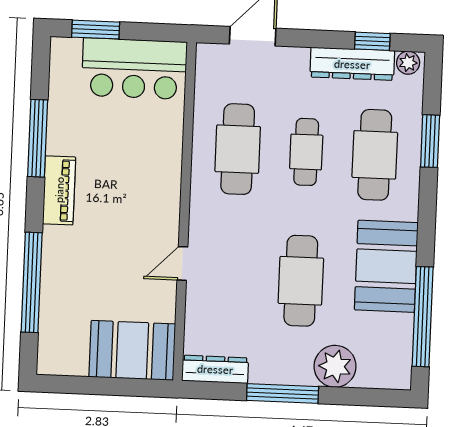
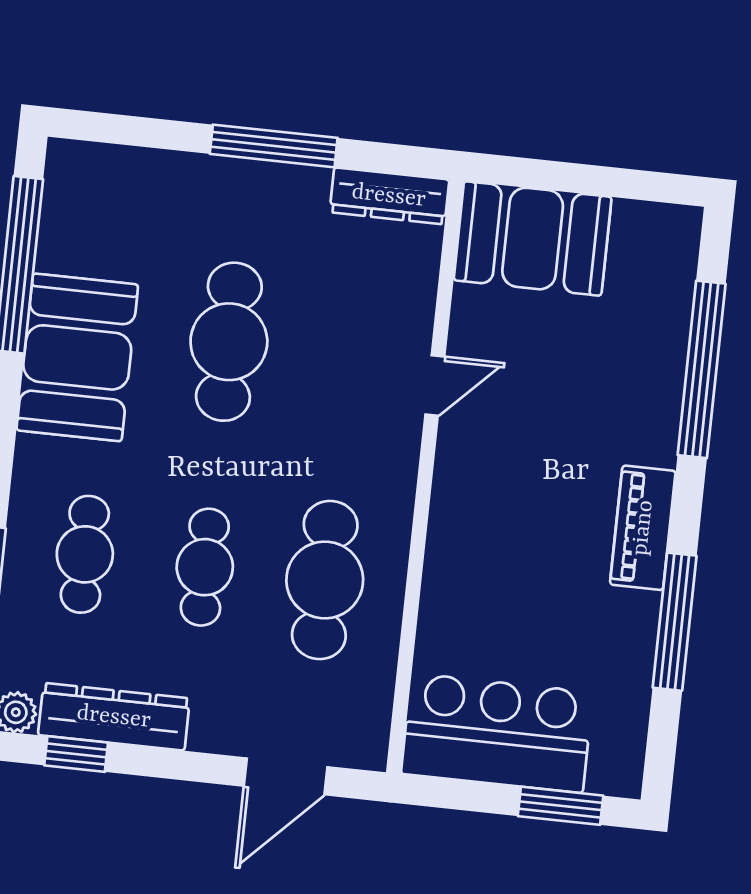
cafe table: (375, 155) -> (85, 554), width x0.73, depth x0.74
plant: (335, 366) -> (179, 188), removed

